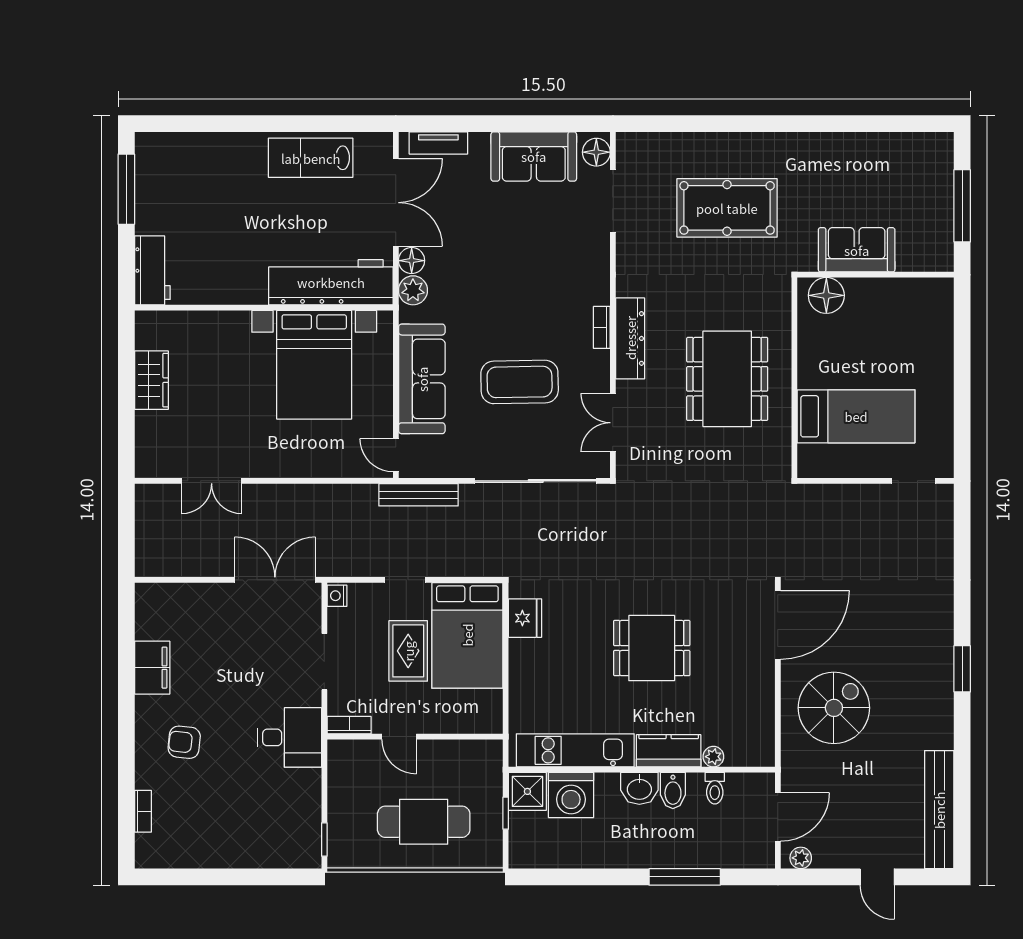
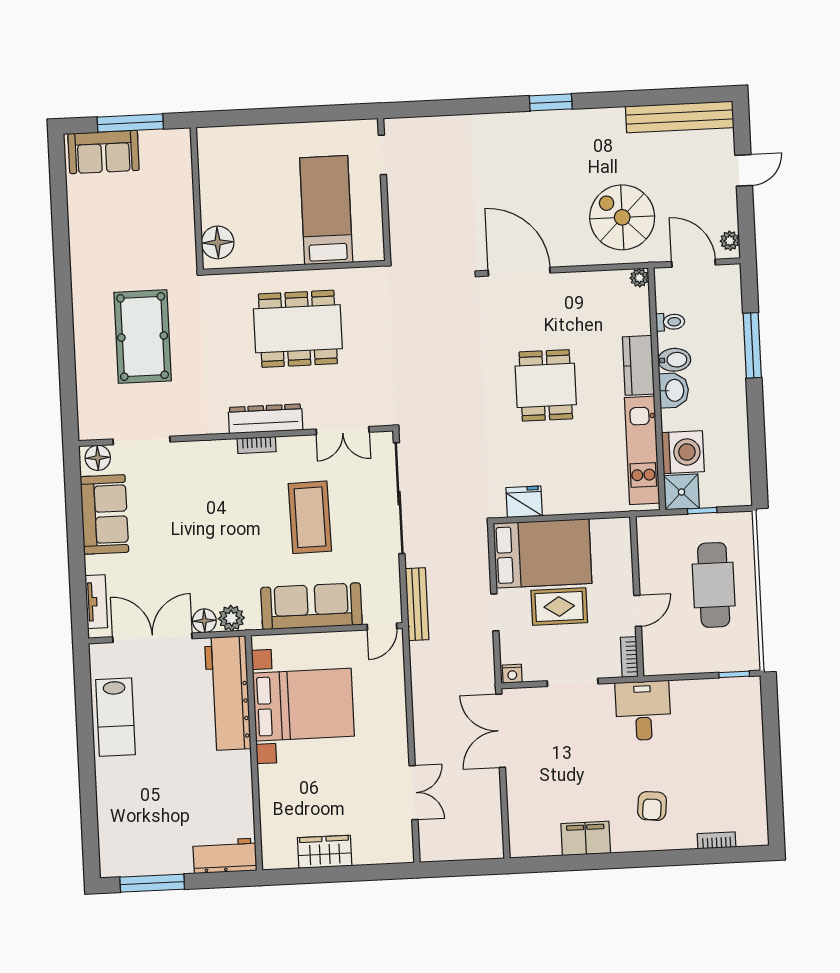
sofa: (857, 250) -> (104, 152), moved, turned -90
spiral stairs: (834, 708) -> (622, 217), moved
plant: (713, 757) -> (639, 278), moved

